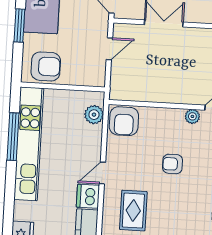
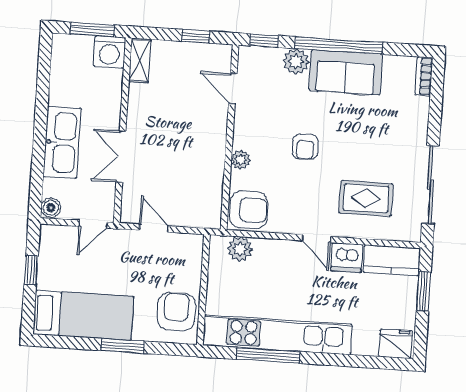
plant: (192, 116) -> (241, 160), moved

